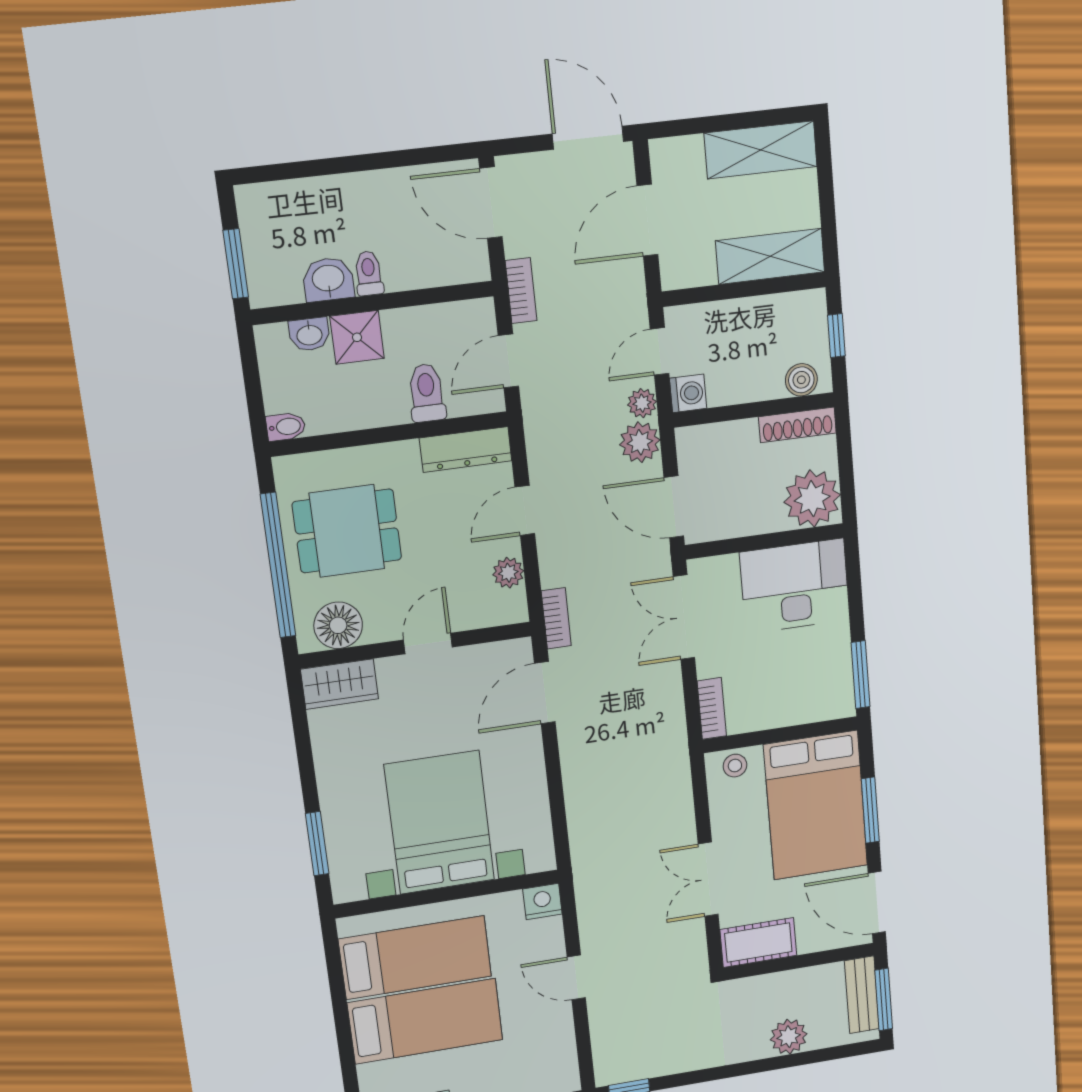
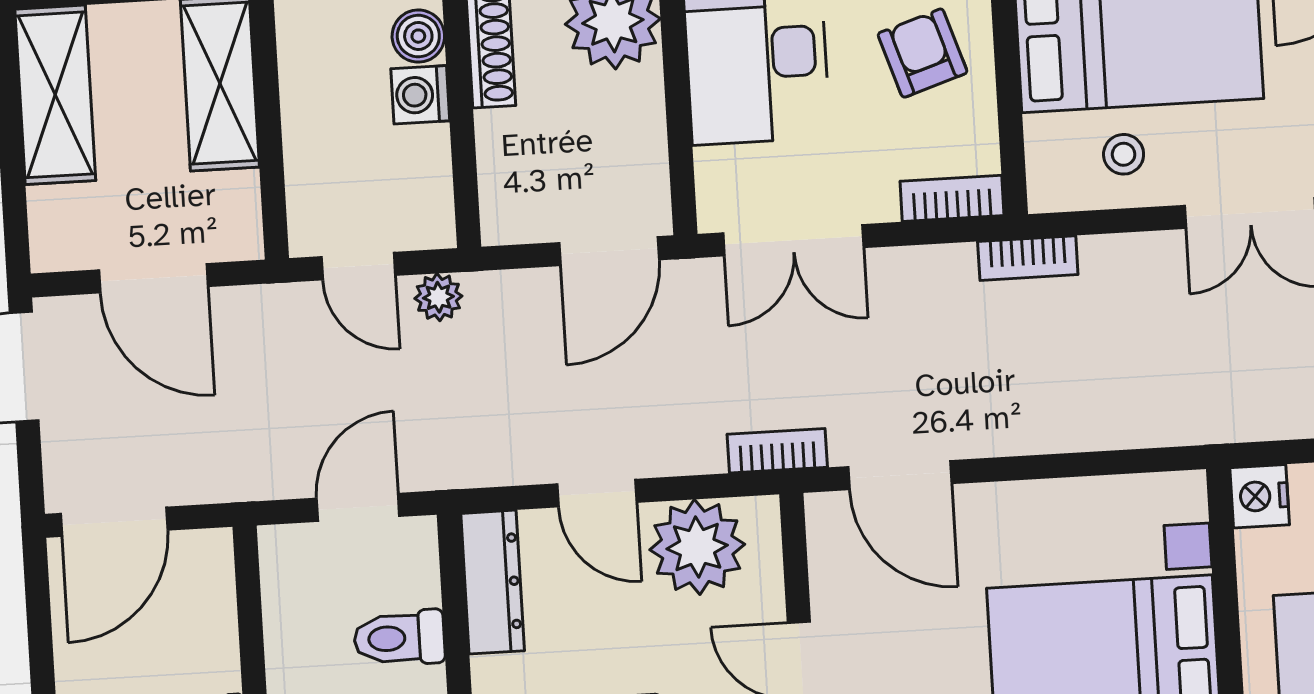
bookcase: (521, 291) -> (1028, 258), moved, turned 180
door: (508, 361) -> (358, 507), swing flipped
washing machine: (688, 393) -> (420, 95), moved, turned -90
plant: (640, 442) -> (501, 303), removed
plant: (508, 573) -> (697, 547), width x1.87, depth x1.87
armchair: (797, 684) -> (923, 53), added
stool: (735, 766) -> (1124, 154), moved

